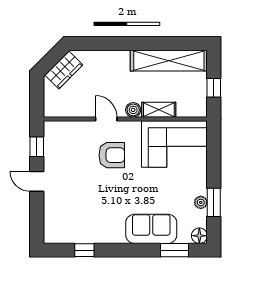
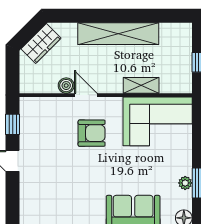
shelving: (169, 61) -> (118, 34), moved
boiler: (133, 110) -> (66, 86), moved

